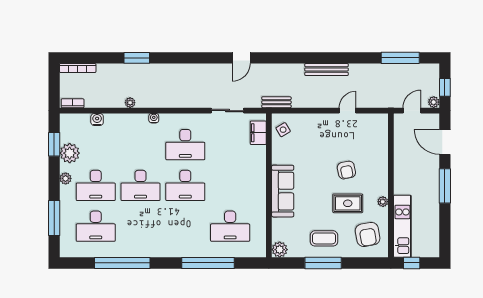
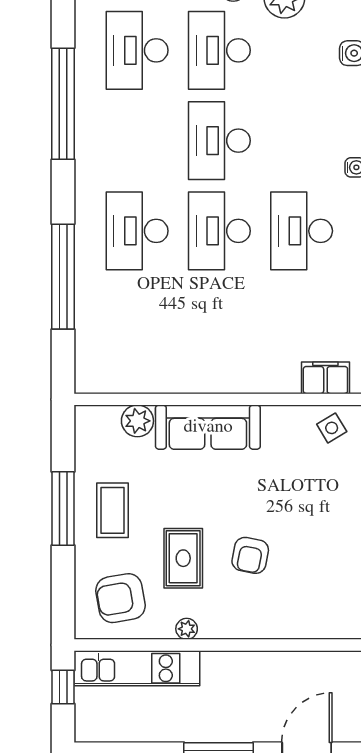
armchair: (346, 170) -> (250, 555), turned -68
desk: (230, 226) -> (137, 231), moved
plant: (280, 250) -> (137, 421), moved

